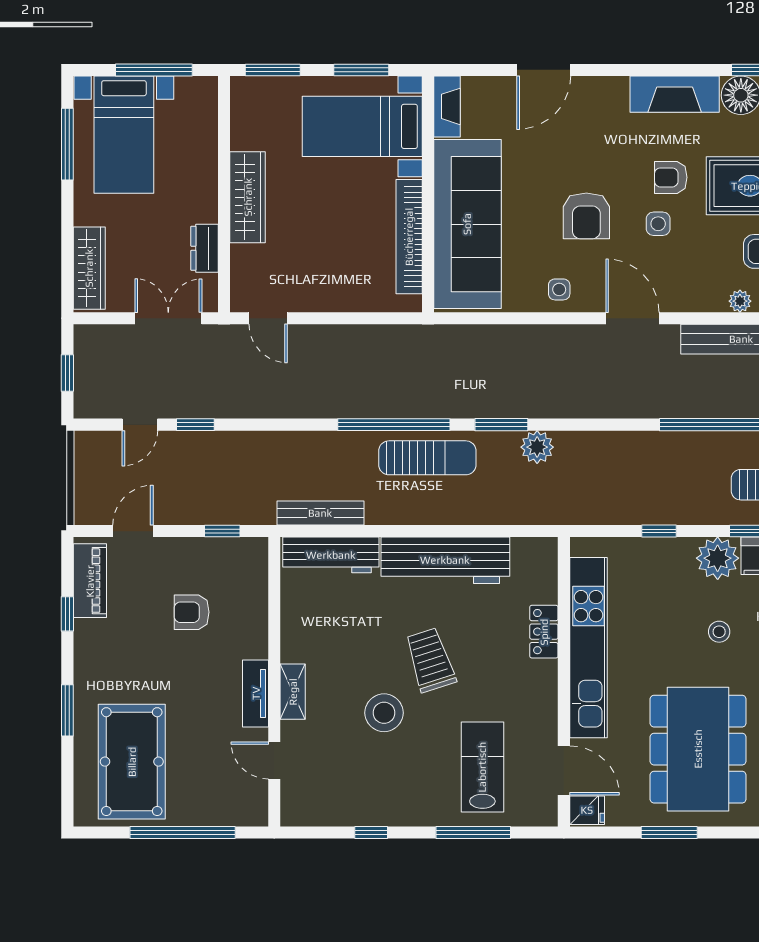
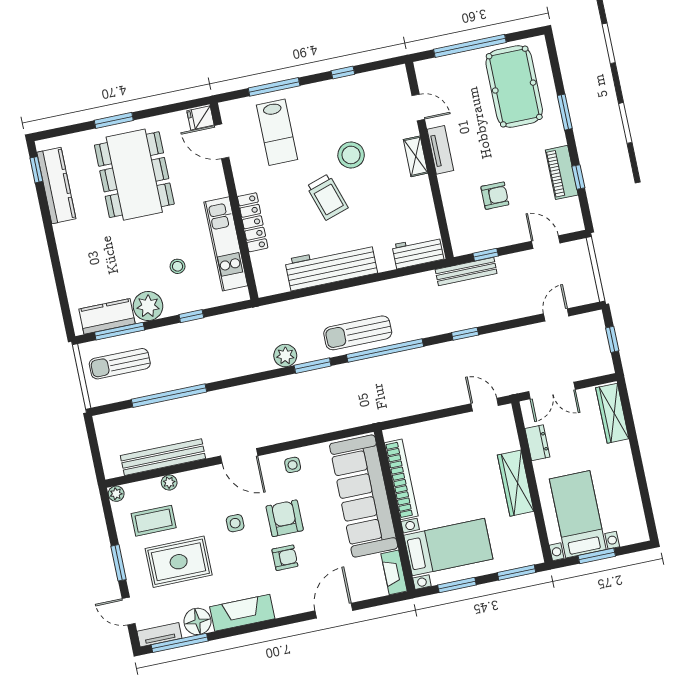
window: (154, 70) -> (597, 556), width x0.69
bed with nightstands: (124, 135) -> (578, 514), moved
window: (67, 144) -> (645, 494), removed
armchair: (671, 177) -> (285, 558), moved
window: (195, 425) -> (465, 334), moved
bench: (320, 513) -> (466, 271), moved
door: (133, 531) -> (546, 242), swing flipped
workbench: (331, 555) -> (418, 252), width x0.73
piano: (90, 581) -> (562, 172), moved
locker: (544, 632) -> (253, 222), width x1.53
stool: (719, 632) -> (178, 266), moved
kitchen unit: (588, 648) -> (226, 244), width x0.73
window: (669, 832) -> (114, 120), moved

